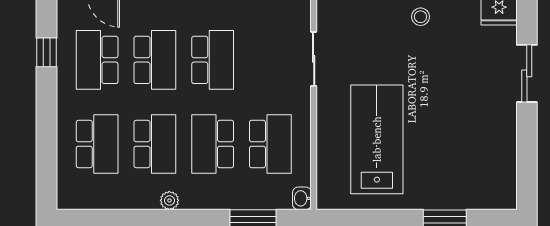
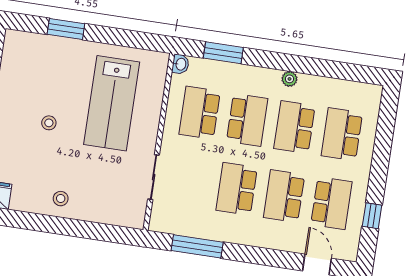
stool: (448, 105) -> (49, 123), added

